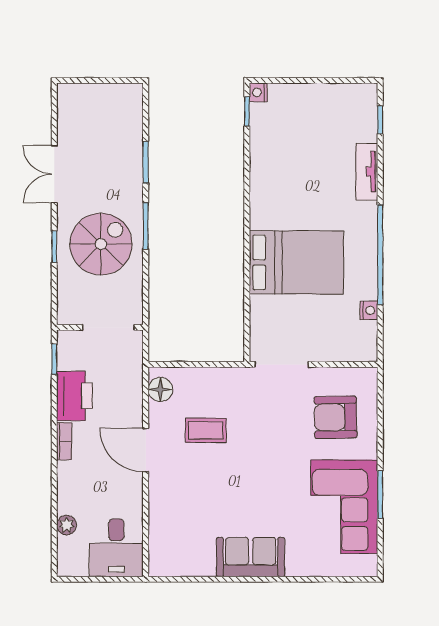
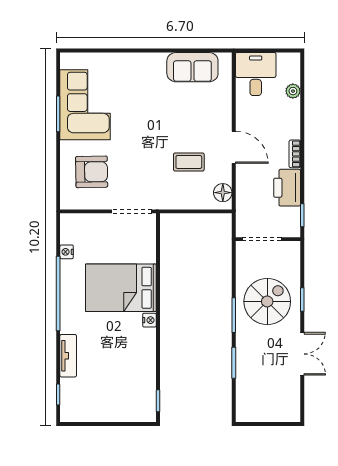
nightstand: (258, 92) -> (149, 320), moved
spiral stairs: (101, 244) -> (267, 301), turned 180
sofa: (251, 557) -> (192, 67), moved

